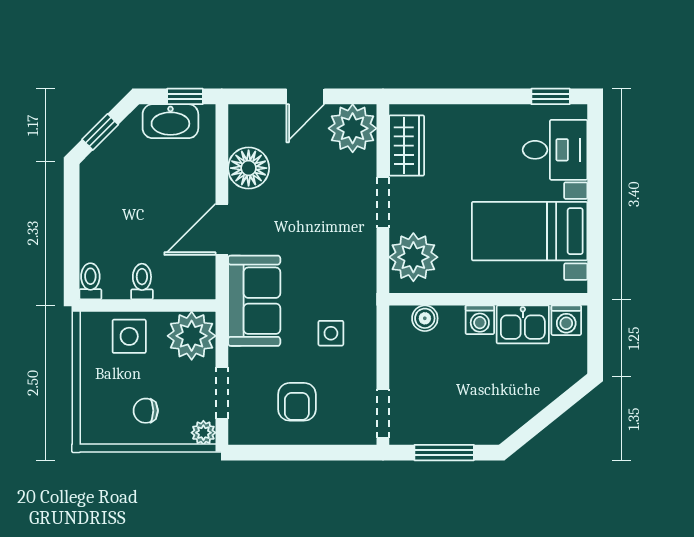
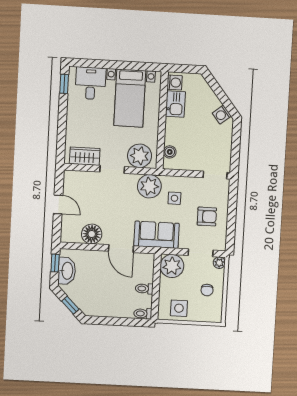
plant: (353, 128) -> (149, 186), moved
washing machine: (480, 320) -> (222, 115), moved, turned 141
side table: (129, 336) -> (179, 308), moved
window: (444, 453) -> (236, 146), removed

